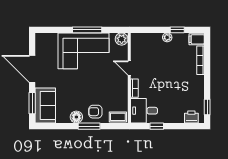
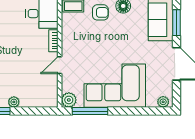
window: (87, 30) -> (90, 111), moved
plant: (43, 37) -> (163, 102), added
door: (129, 68) -> (60, 65), swing flipped

